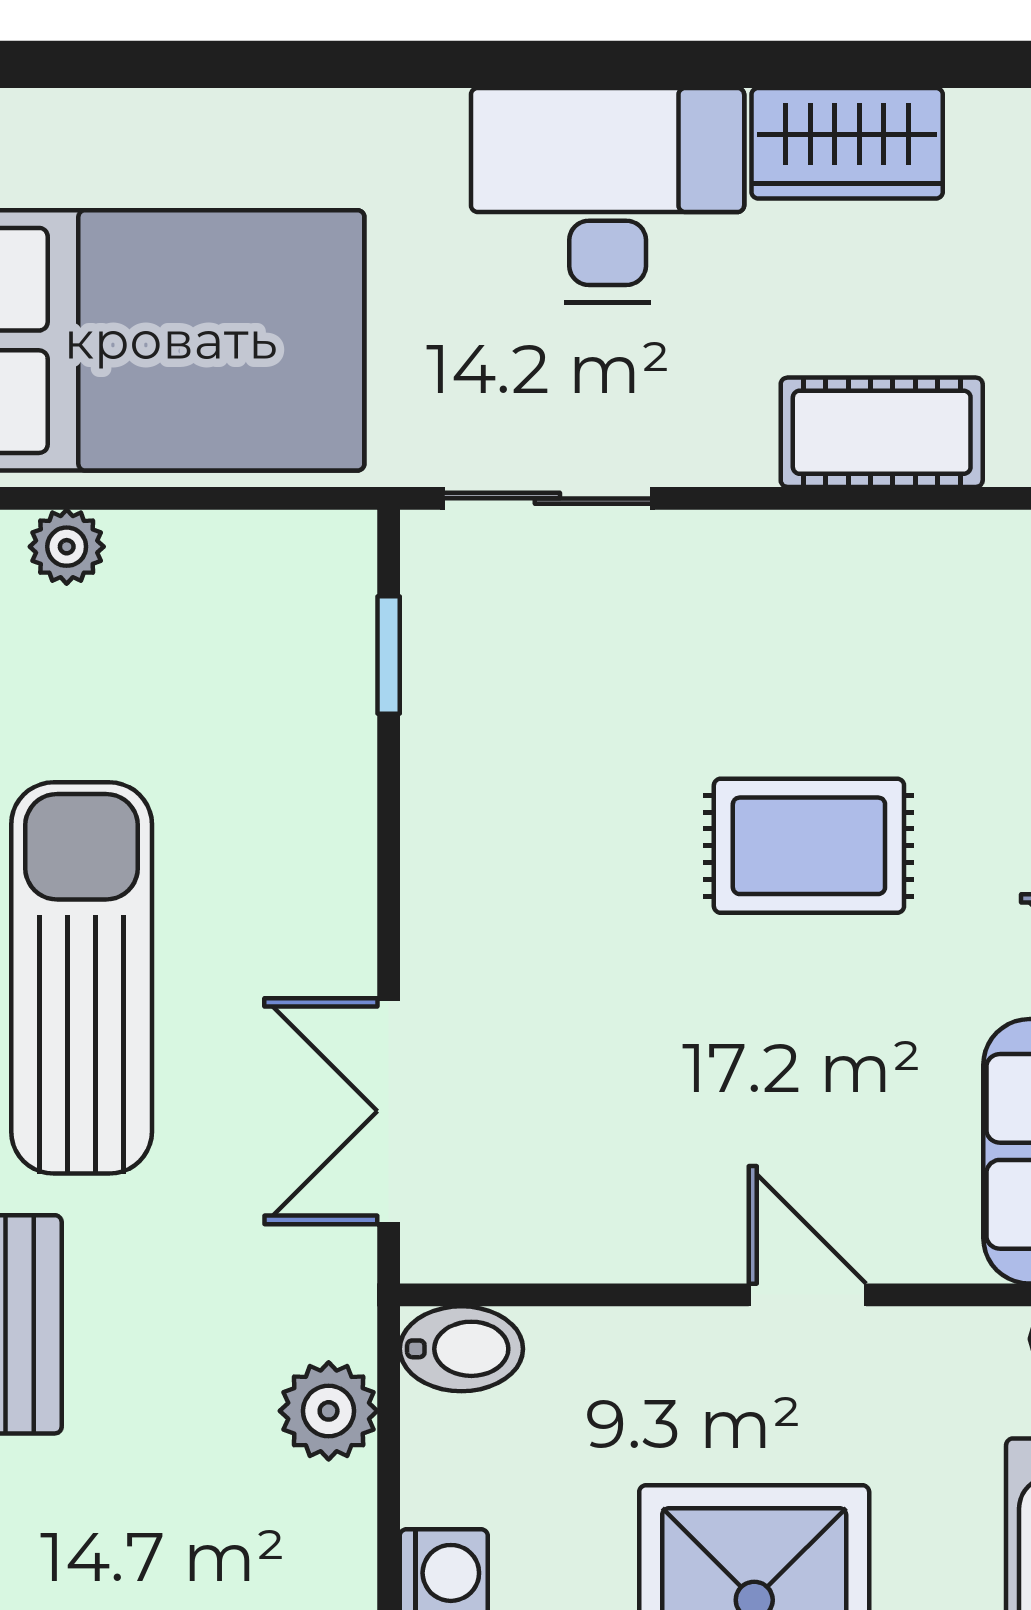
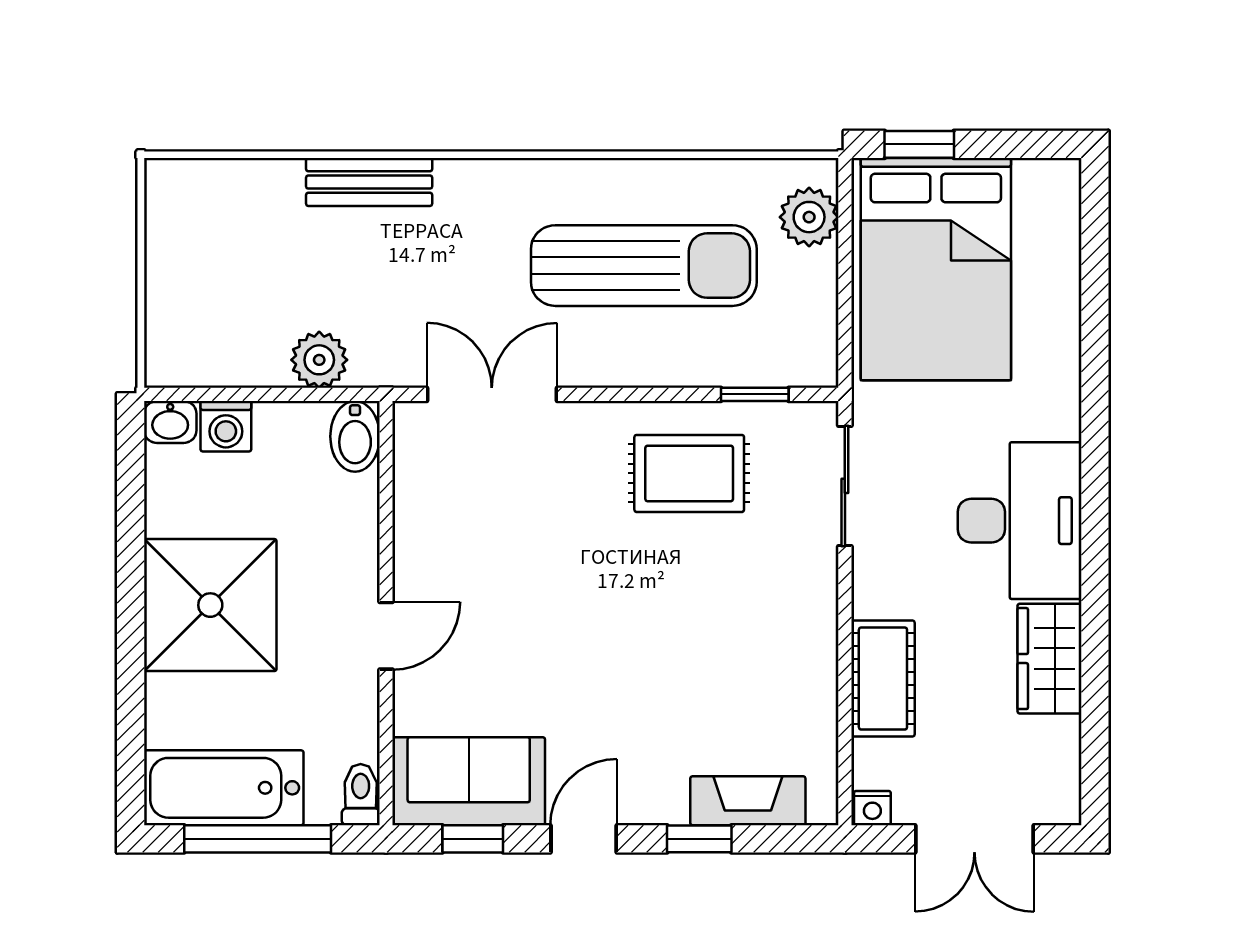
plant: (67, 547) -> (809, 217), width x1.38, depth x1.38
rug: (809, 846) -> (689, 473), moved, turned 90
sun lounger: (82, 978) -> (644, 266), moved

